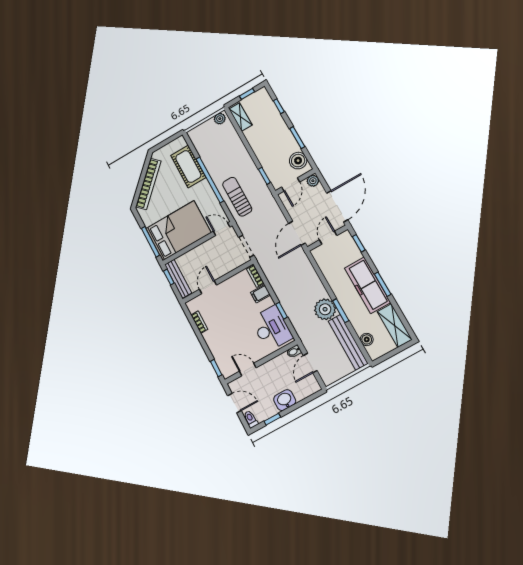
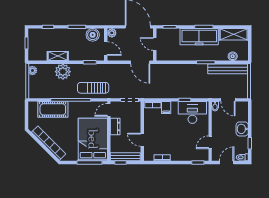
shelving: (241, 117) -> (58, 56), moved
dresser: (206, 247) -> (115, 126), added
plant: (325, 309) -> (63, 72), moved

